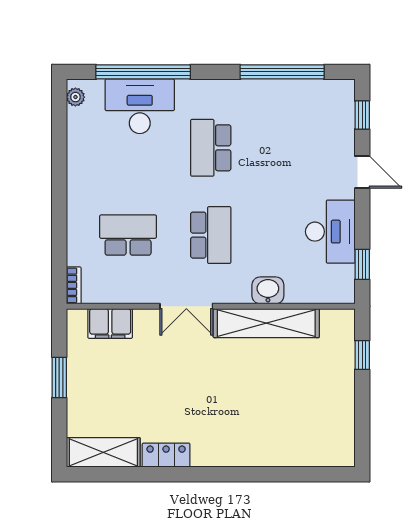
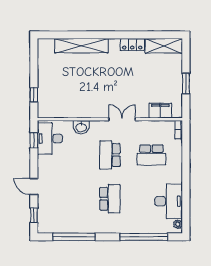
desk: (140, 106) -> (169, 201), moved, turned -90
desk: (330, 232) -> (50, 139), moved
shelving: (266, 323) -> (81, 46), moved

